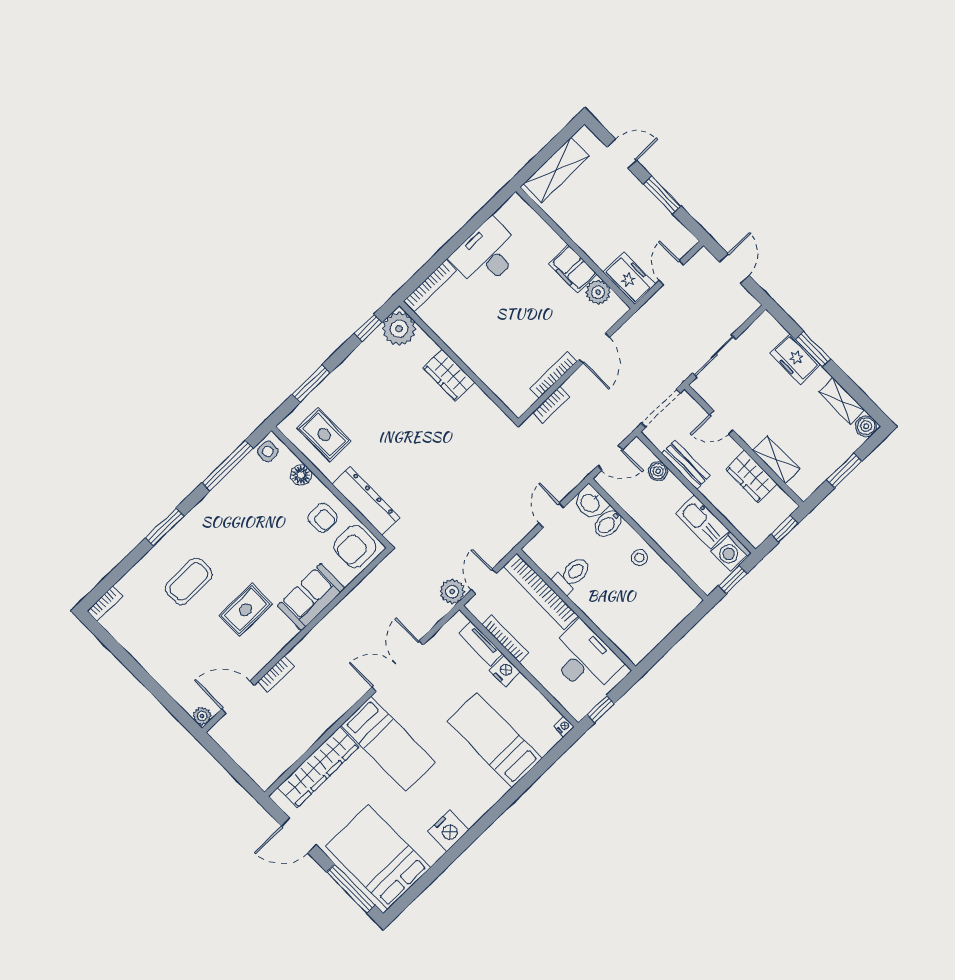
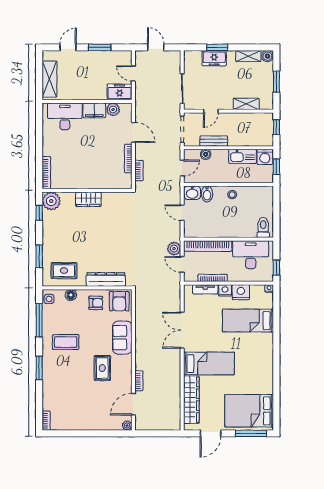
desk: (487, 254) -> (65, 116), moved, turned 90
wardrobe: (751, 477) -> (243, 120), removed
toilet: (572, 575) -> (263, 227), moved
coffee table: (189, 581) -> (66, 342), moved, turned 90
plant: (452, 592) -> (174, 249), moved
nightstand: (448, 831) -> (241, 292), moved, turned -90

